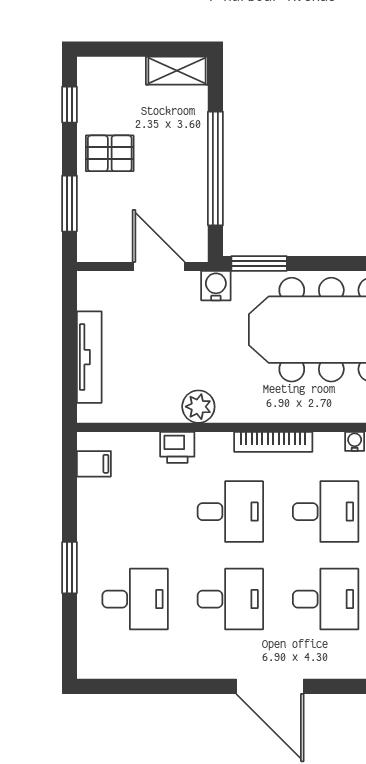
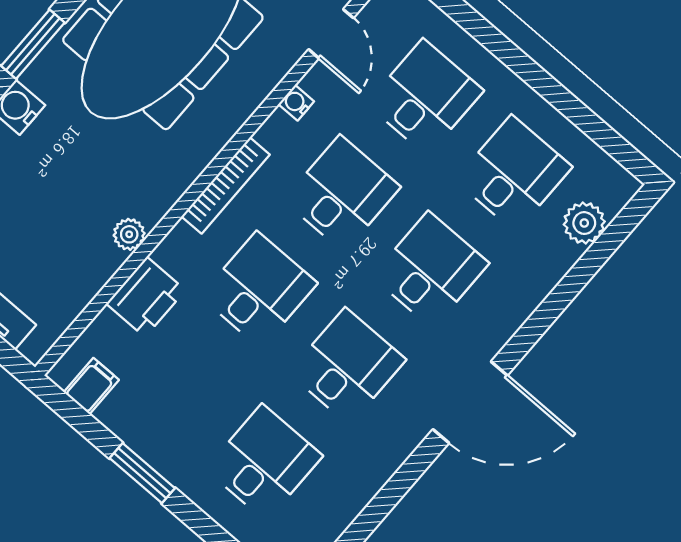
plant: (198, 407) -> (129, 234), width x0.73, depth x0.73
printer: (177, 447) -> (146, 297), width x1.36, depth x1.24
window: (70, 568) -> (142, 473), moved

